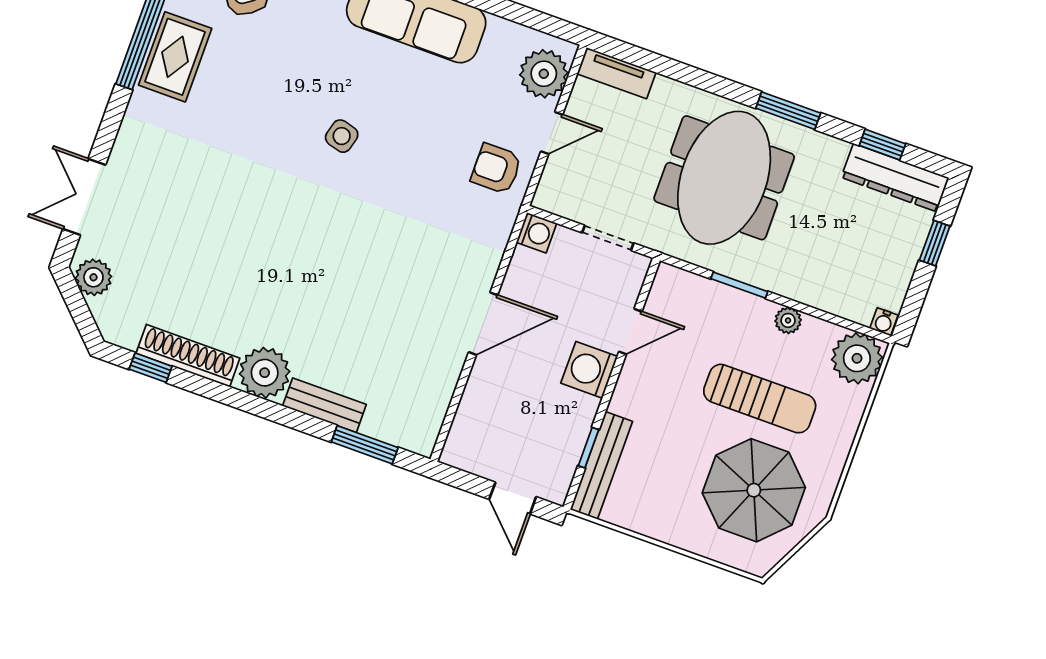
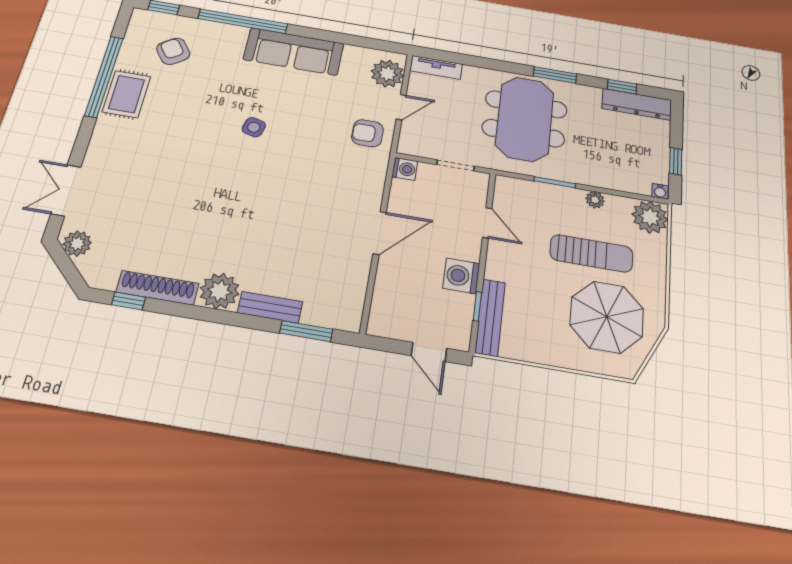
window: (935, 243) -> (676, 161), moved
door: (630, 332) -> (487, 223), hinge flipped
washing machine: (589, 370) -> (461, 276), moved

